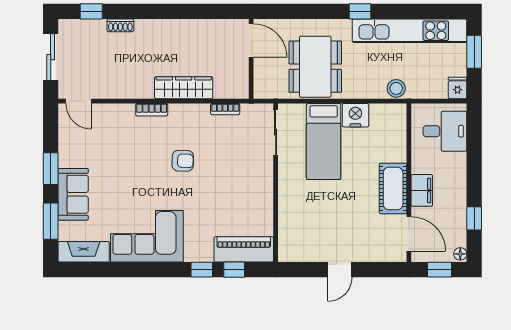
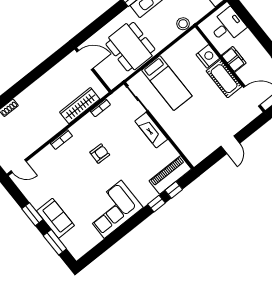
wardrobe: (184, 88) -> (80, 106), moved
nightstand: (355, 115) -> (208, 56), moved, turned 90
filing cabinet: (422, 190) -> (234, 59), moved
fireplace: (84, 252) -> (151, 130), moved, turned -90

